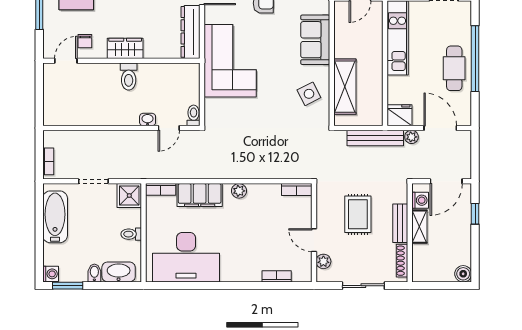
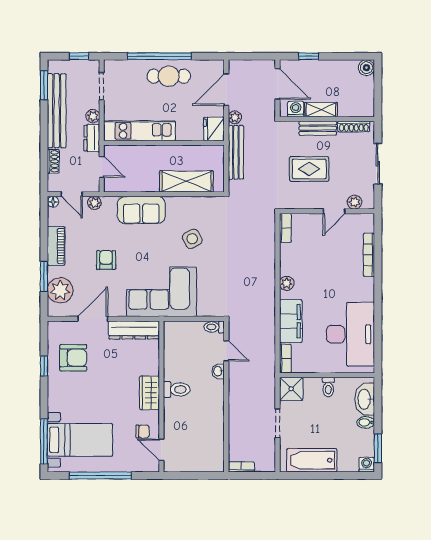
side table: (309, 94) -> (192, 239), moved
bookcase: (48, 161) -> (241, 467), moved
bookcase: (277, 276) -> (369, 255), width x1.56

